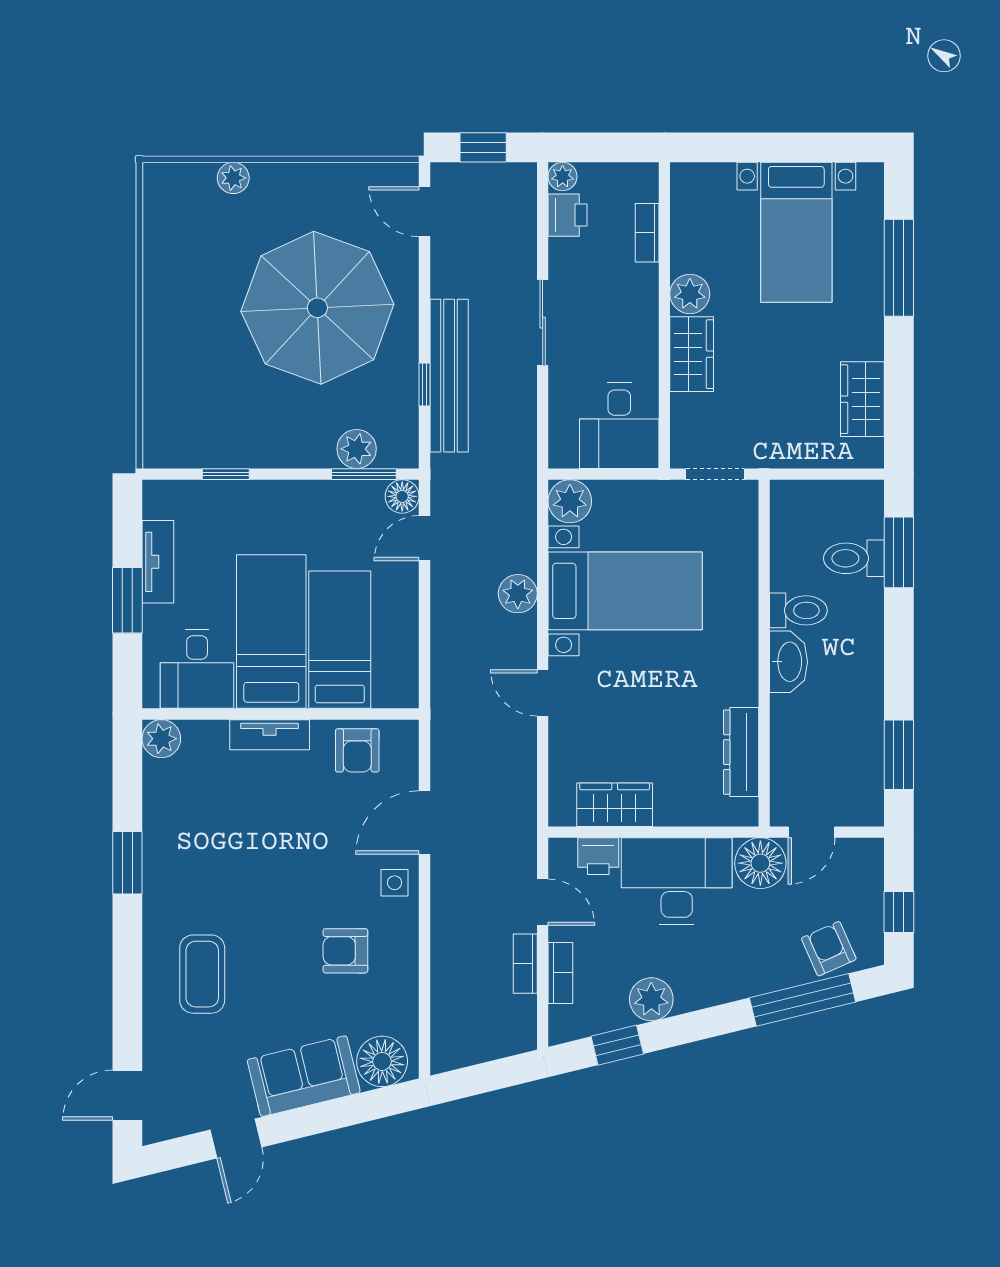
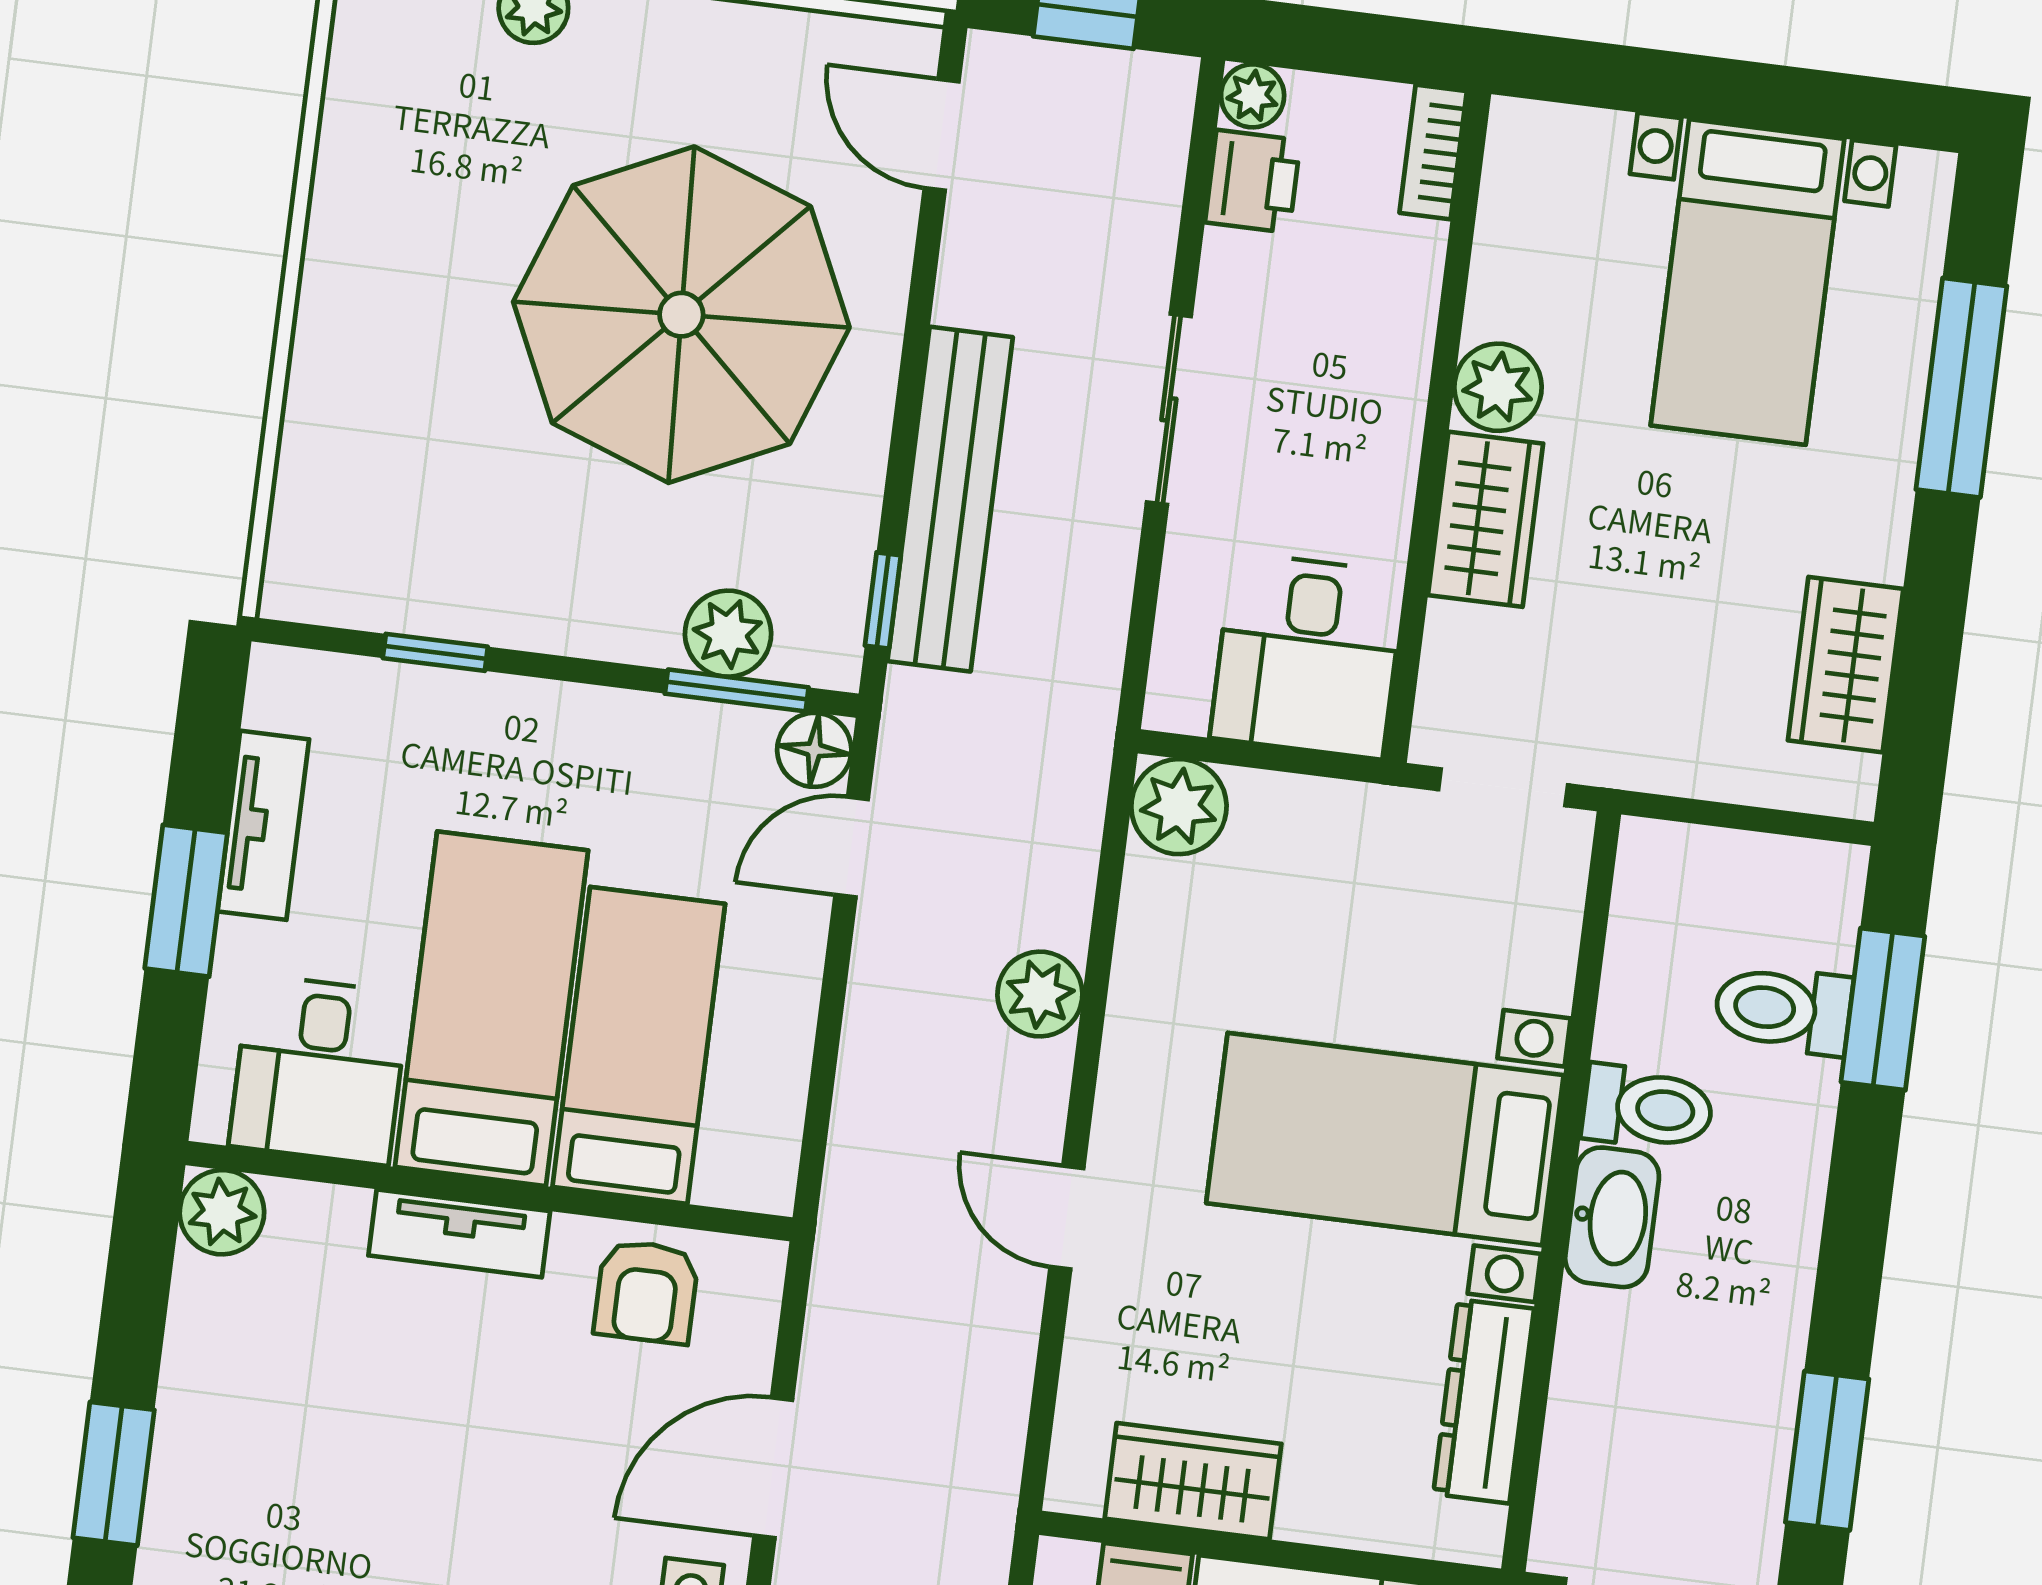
bookcase: (647, 233) -> (1433, 152), moved
window: (425, 384) -> (883, 600), moved
bed with nightstands: (625, 591) -> (1385, 1139), moved, turned 180

